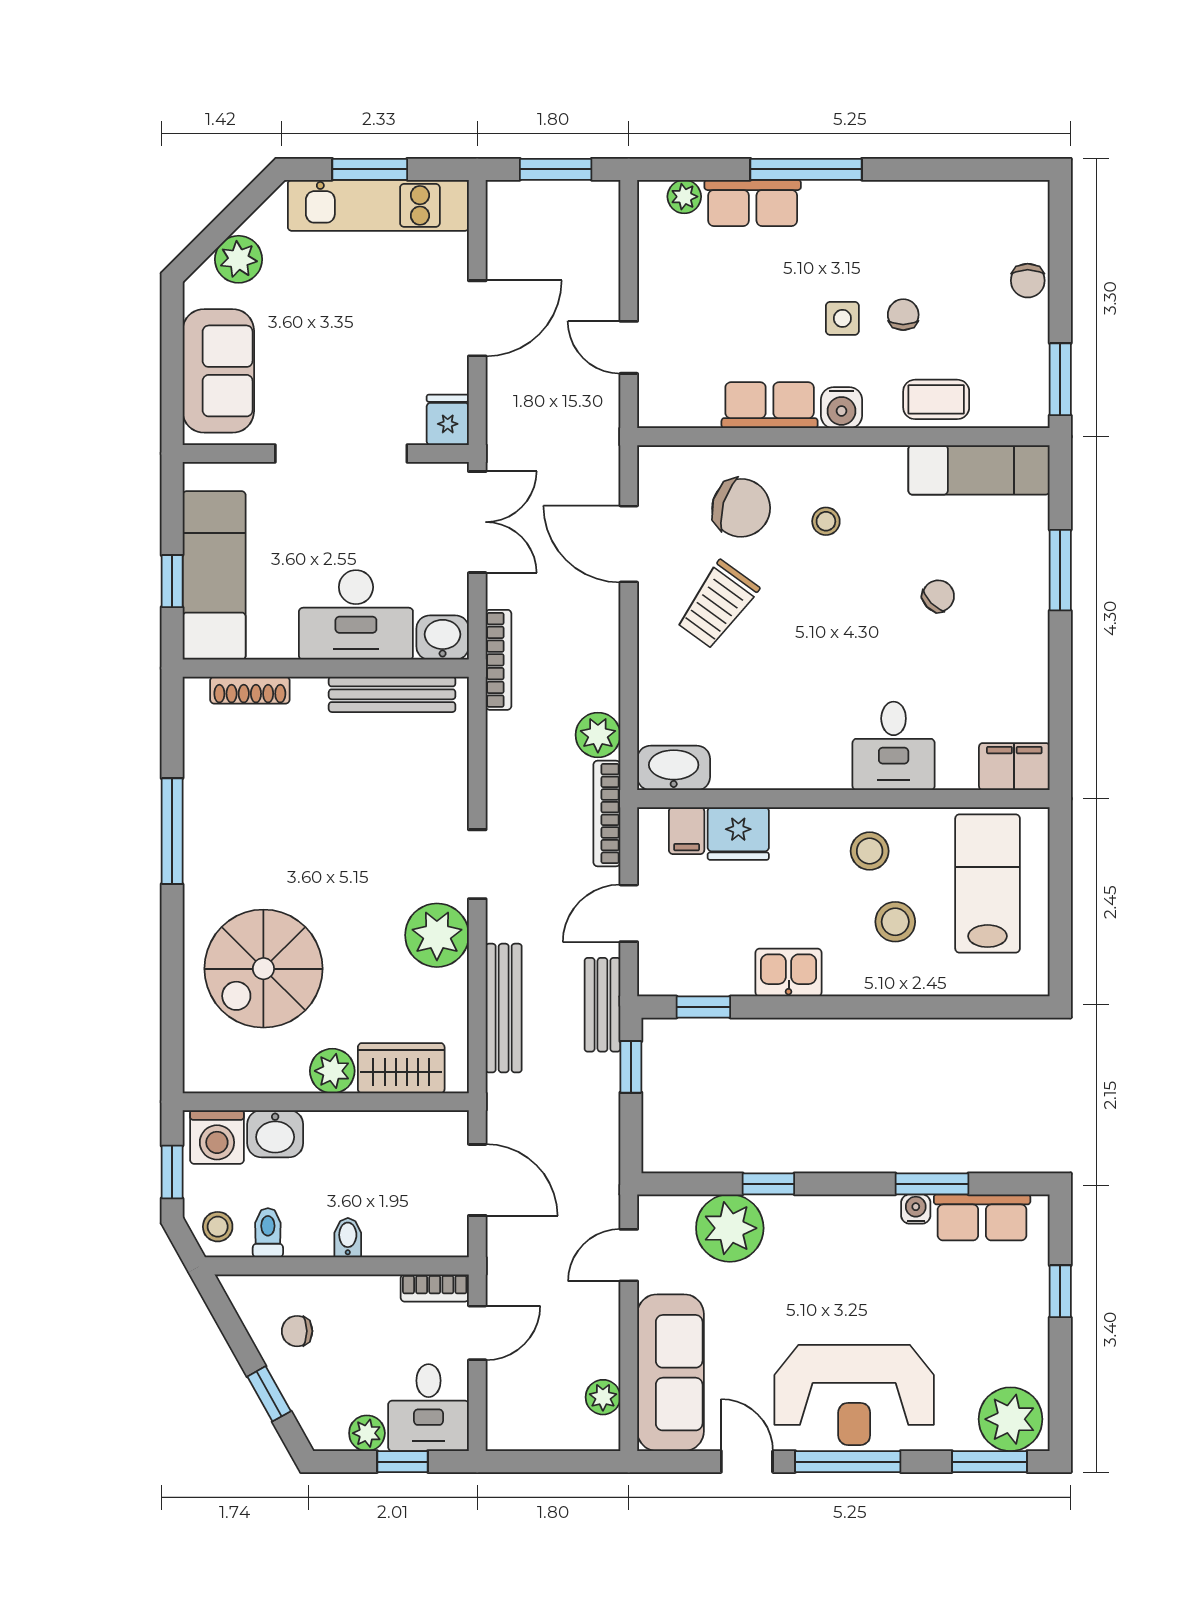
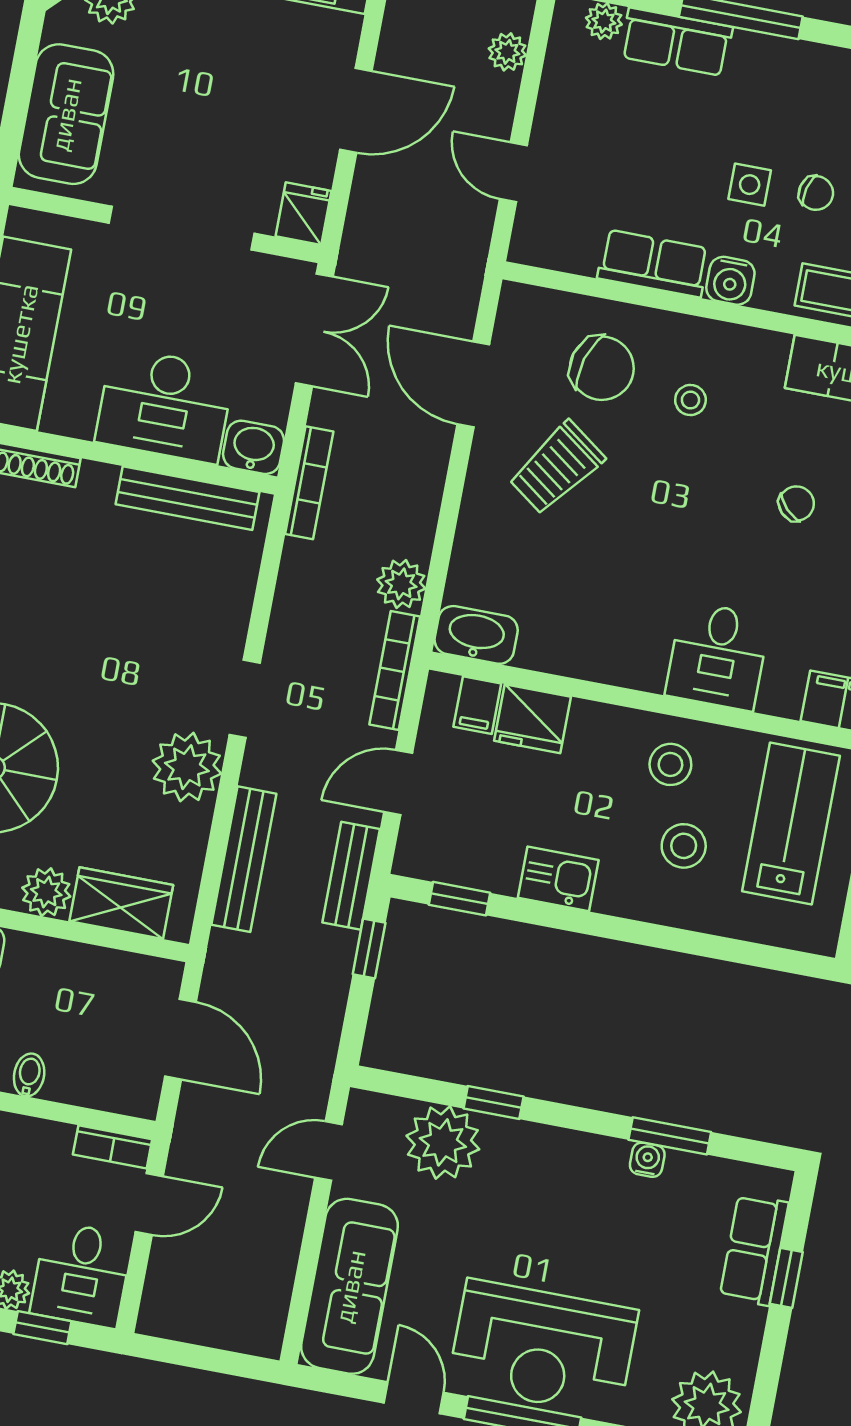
chair: (903, 315) -> (816, 193), turned 104
row of seats: (982, 1217) -> (754, 1250), moved, turned 90
plant: (603, 1397) -> (507, 52), moved

